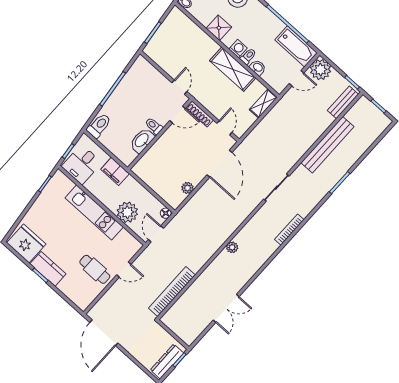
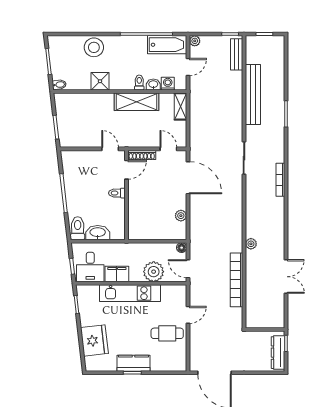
washing machine: (238, 49) -> (168, 84), moved
plant: (320, 70) -> (195, 41), width x0.53, depth x0.53
washbasin: (142, 140) -> (98, 233), moved, turned 90
filing cabinet: (115, 171) -> (117, 274), moved, turned 180
fridge: (26, 243) -> (94, 341), moved, turned 83
plant: (232, 247) -> (251, 244), moved
bookcase: (172, 292) -> (236, 280), moved

